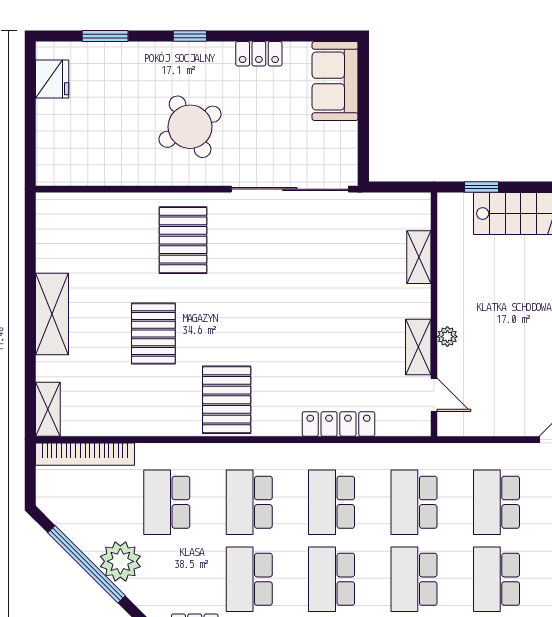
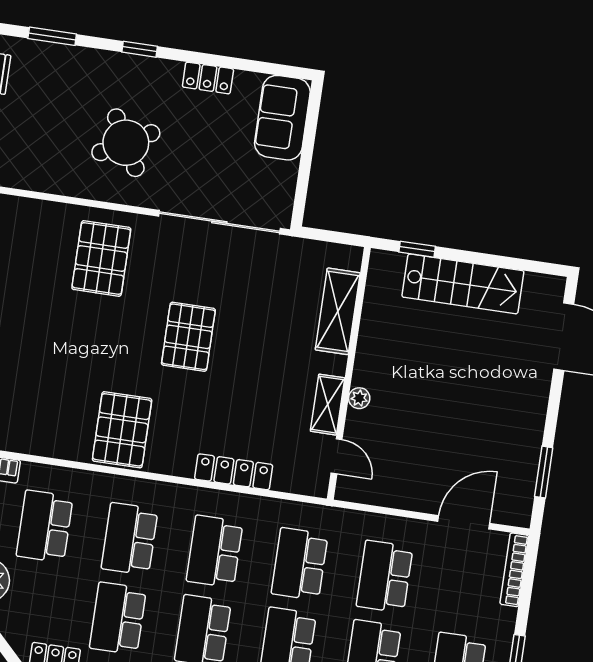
shelving: (419, 257) -> (338, 311), width x1.50, depth x1.33
pallet: (153, 334) -> (188, 337), moved

